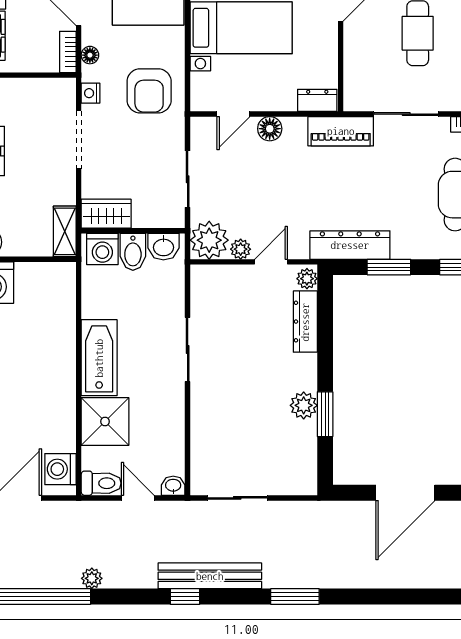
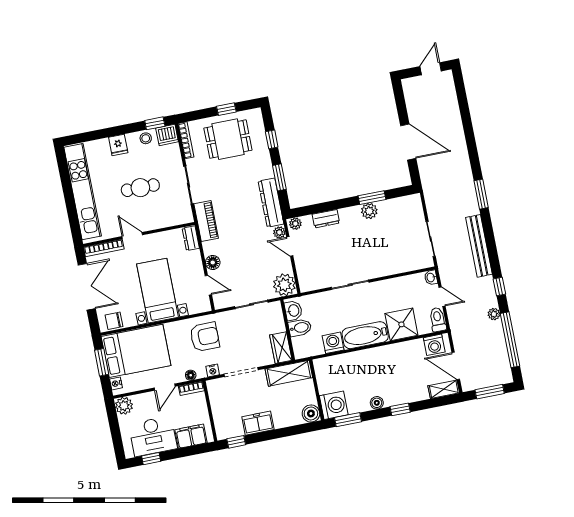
shelving: (65, 231) -> (289, 373), width x1.50, depth x1.33
washing machine: (102, 249) -> (333, 343), moved, turned -90
plant: (241, 249) -> (279, 232), moved
dresser: (305, 322) -> (326, 219), width x0.70
door: (138, 498) -> (442, 297), swing flipped
window: (185, 596) -> (499, 286), moved

